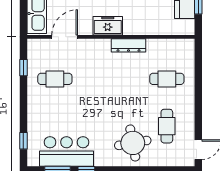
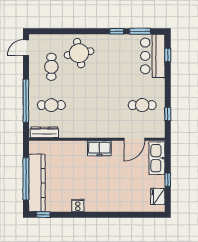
dresser: (128, 45) -> (44, 132), moved
window: (198, 84) -> (26, 101), added
bar counter: (66, 151) -> (153, 56), moved, turned 90

